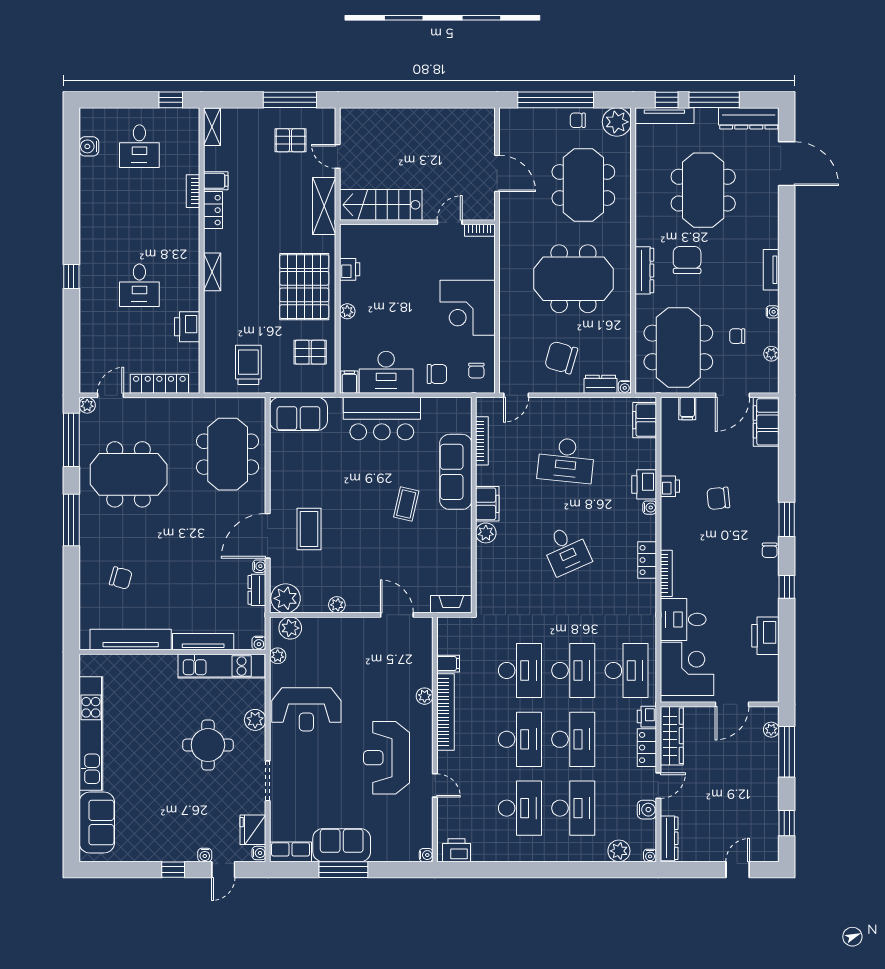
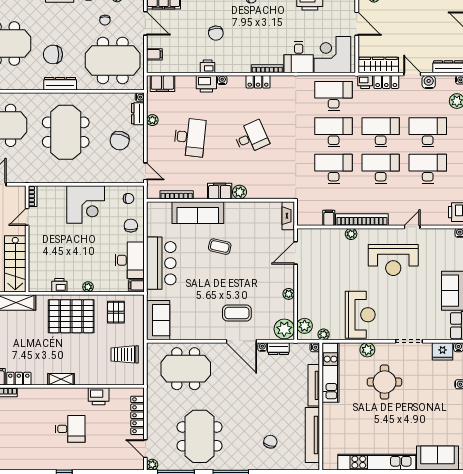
door: (450, 222) -> (27, 217), hinge flipped
plant: (591, 405) -> (152, 120), added

